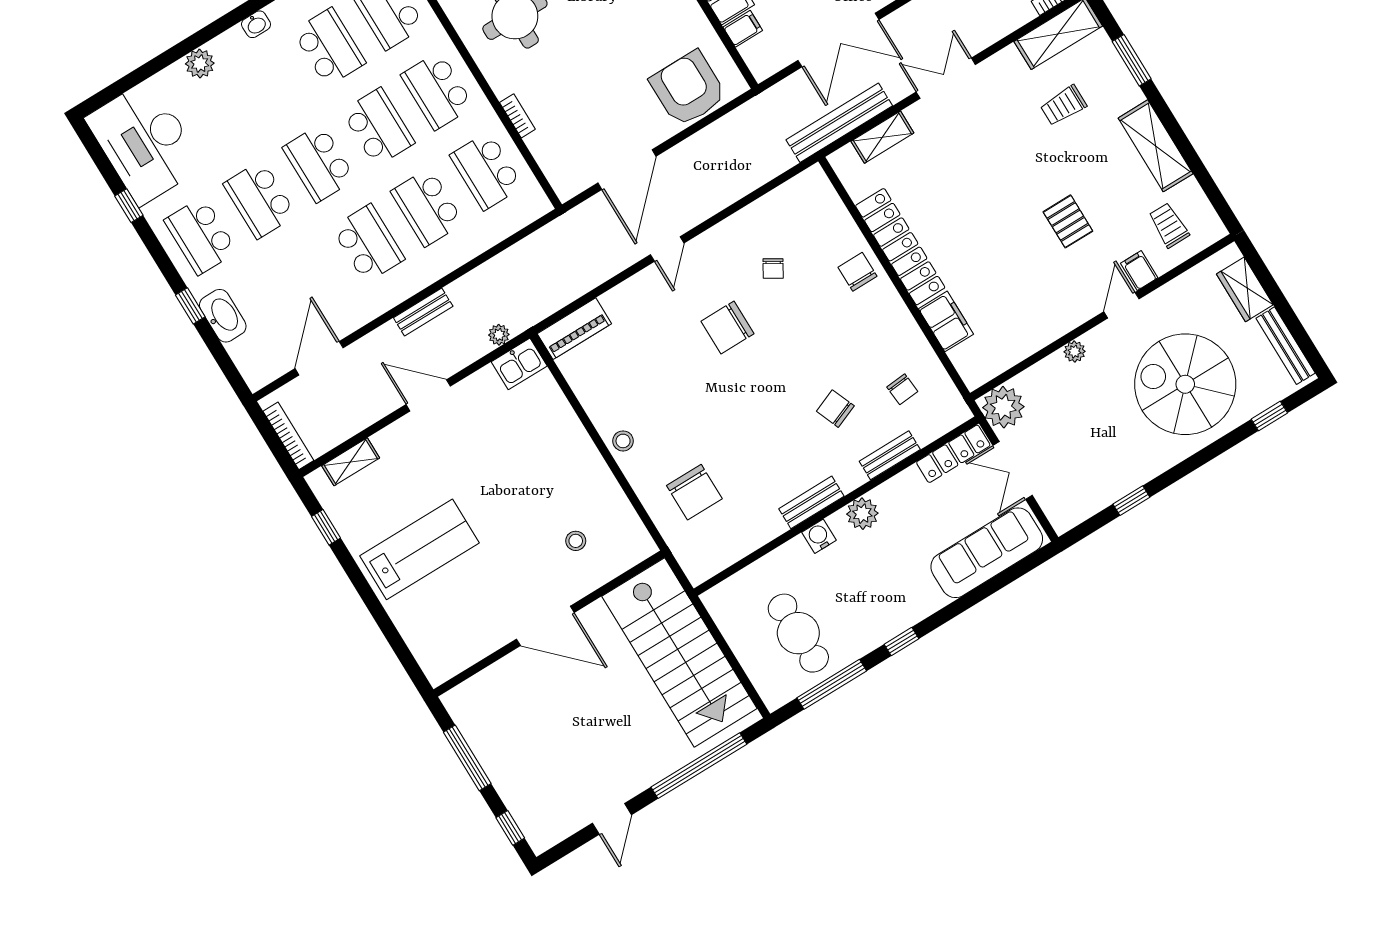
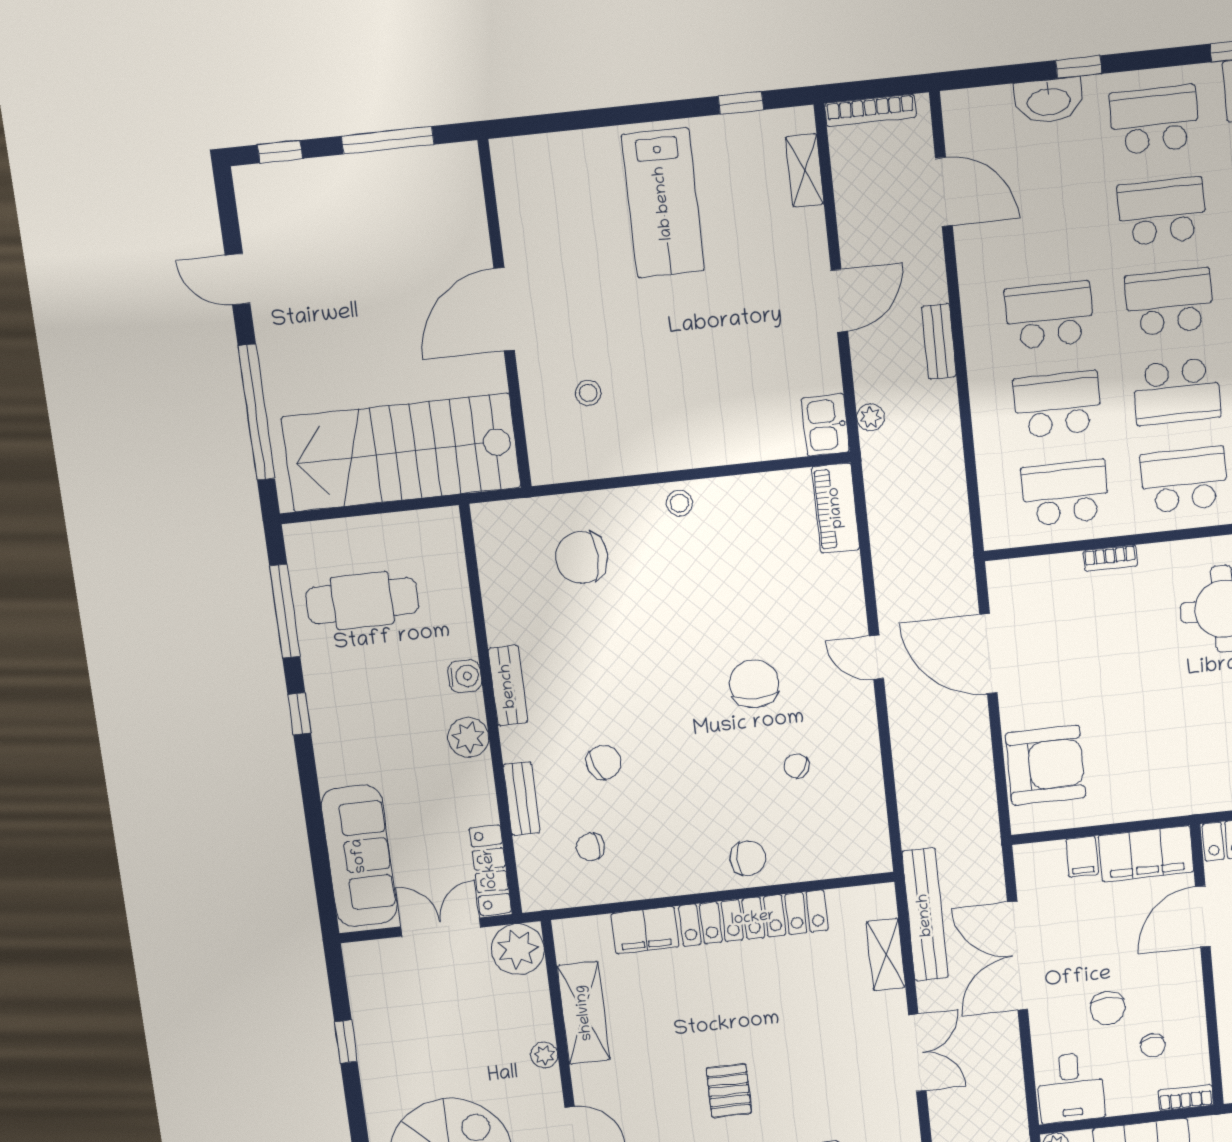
pallet: (1068, 221) -> (729, 1091), moved, turned 90
school desk: (368, 243) -> (1049, 315), turned 180
shelving: (1029, 337) -> (584, 1013), added

